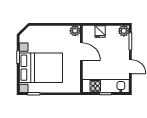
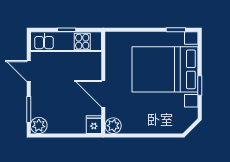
fridge: (100, 31) -> (94, 125), moved

